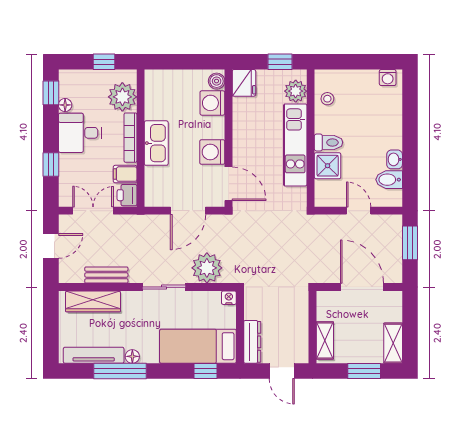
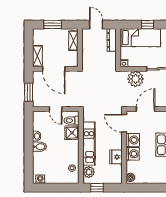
fridge: (244, 83) -> (116, 157), moved
washing machine: (212, 103) -> (133, 154), moved
toilet: (329, 142) -> (71, 121), moved
bidet: (389, 180) -> (40, 147), moved
shelving: (393, 343) -> (37, 56), moved
window: (206, 371) -> (148, 25), moved

